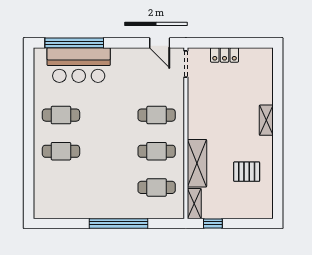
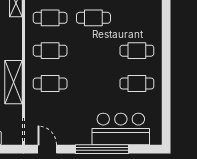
window: (74, 43) -> (102, 149), moved
shelving: (197, 163) -> (13, 82), moved
cafe table: (109, 187) -> (93, 18), added

